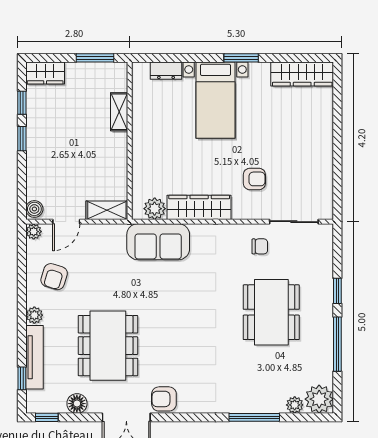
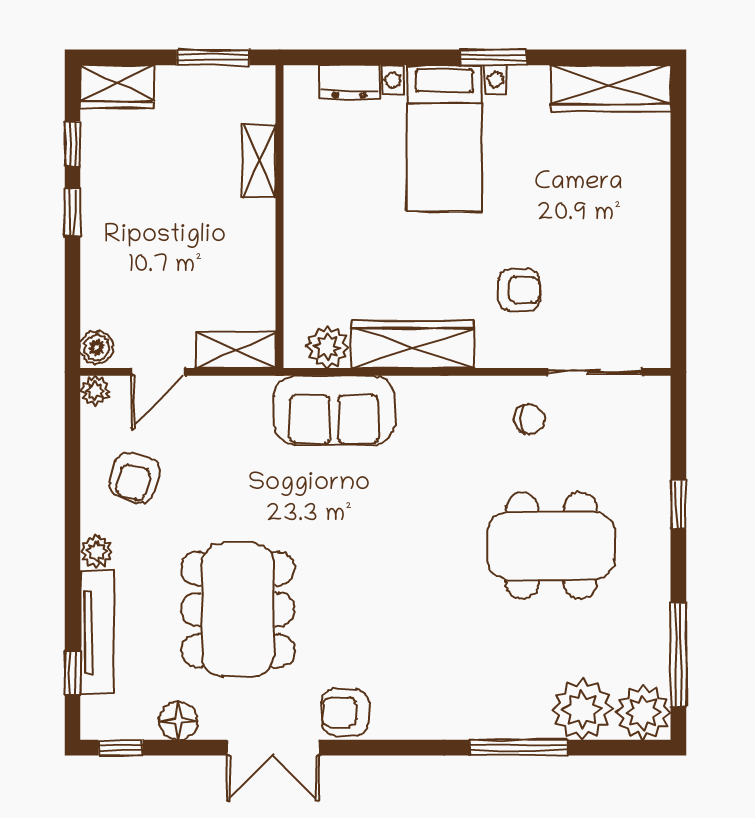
dining table: (271, 312) -> (551, 546), turned 90
window: (337, 344) -> (678, 655), moved
plant: (295, 405) -> (582, 709), width x1.88, depth x1.88

